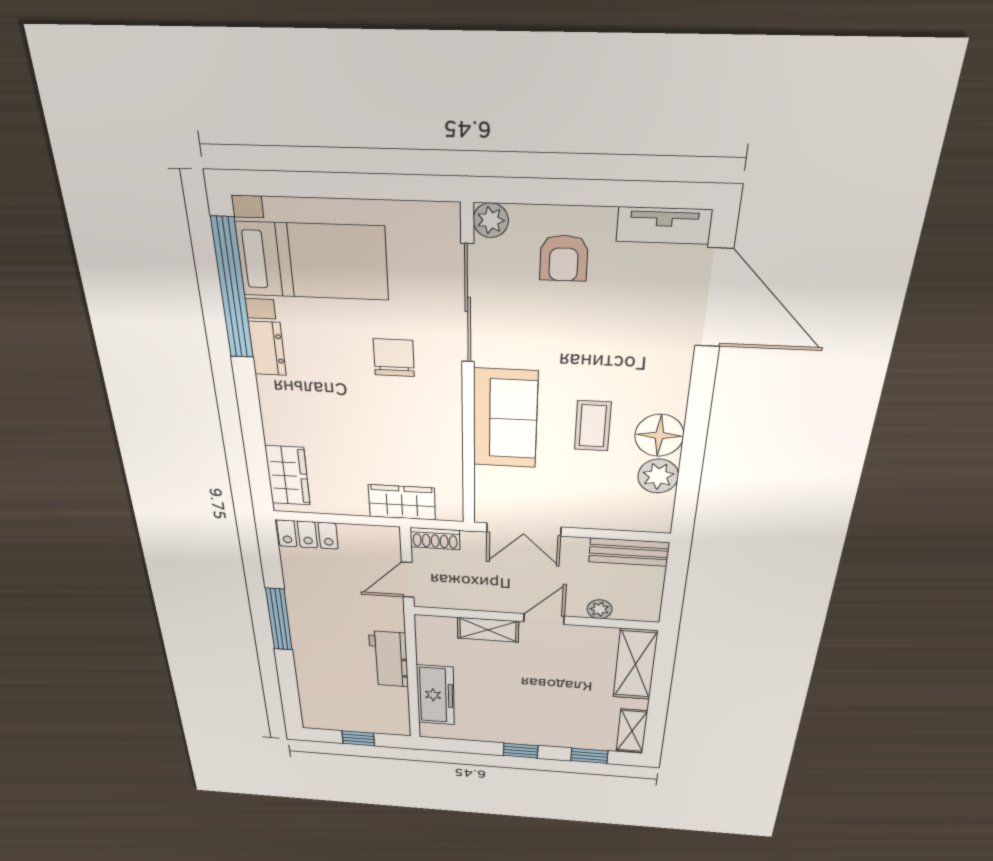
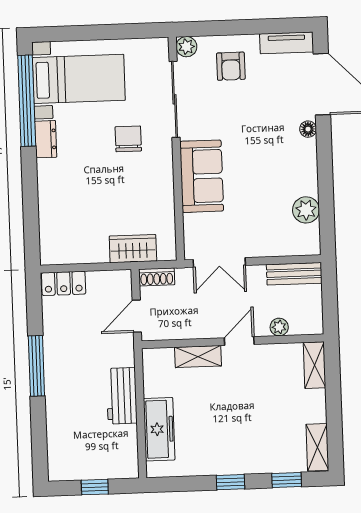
coffee table: (593, 426) -> (259, 176), removed
floor lamp: (659, 435) -> (308, 129), moved, width x0.53, depth x0.53
wardrobe: (288, 476) -> (52, 234), removed
shelving: (635, 664) -> (315, 365), width x0.67, depth x0.75

